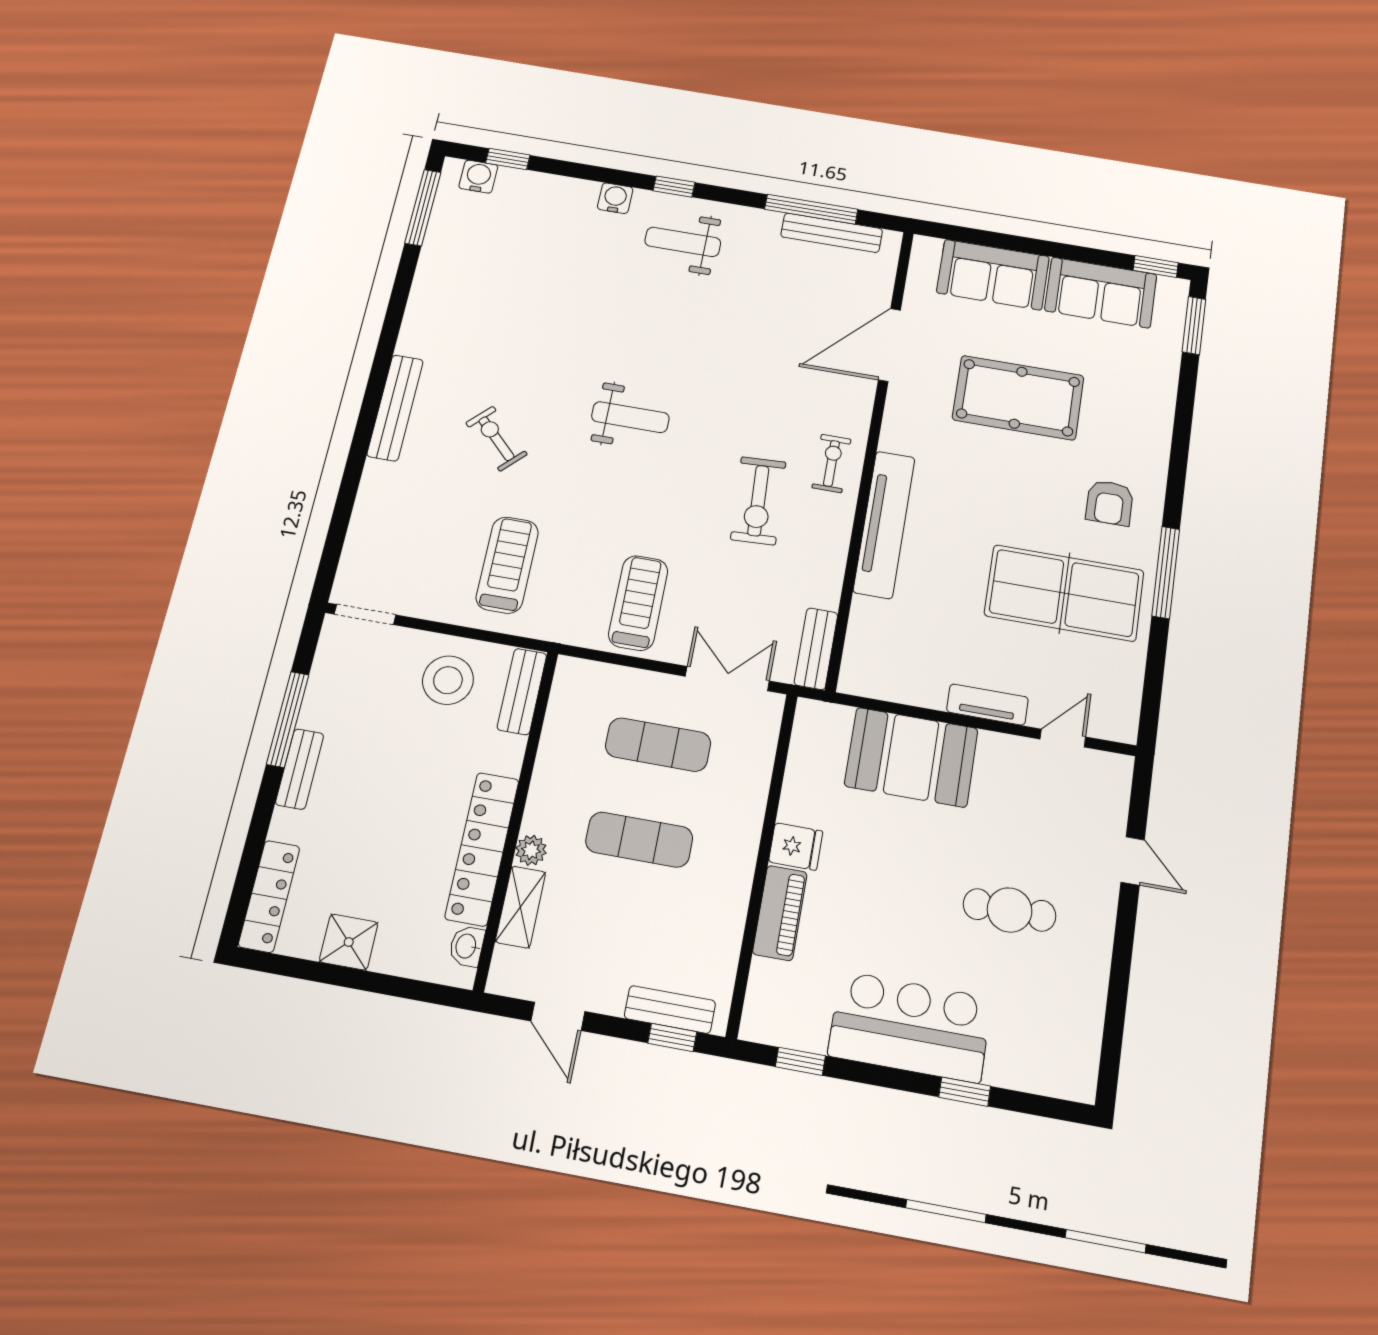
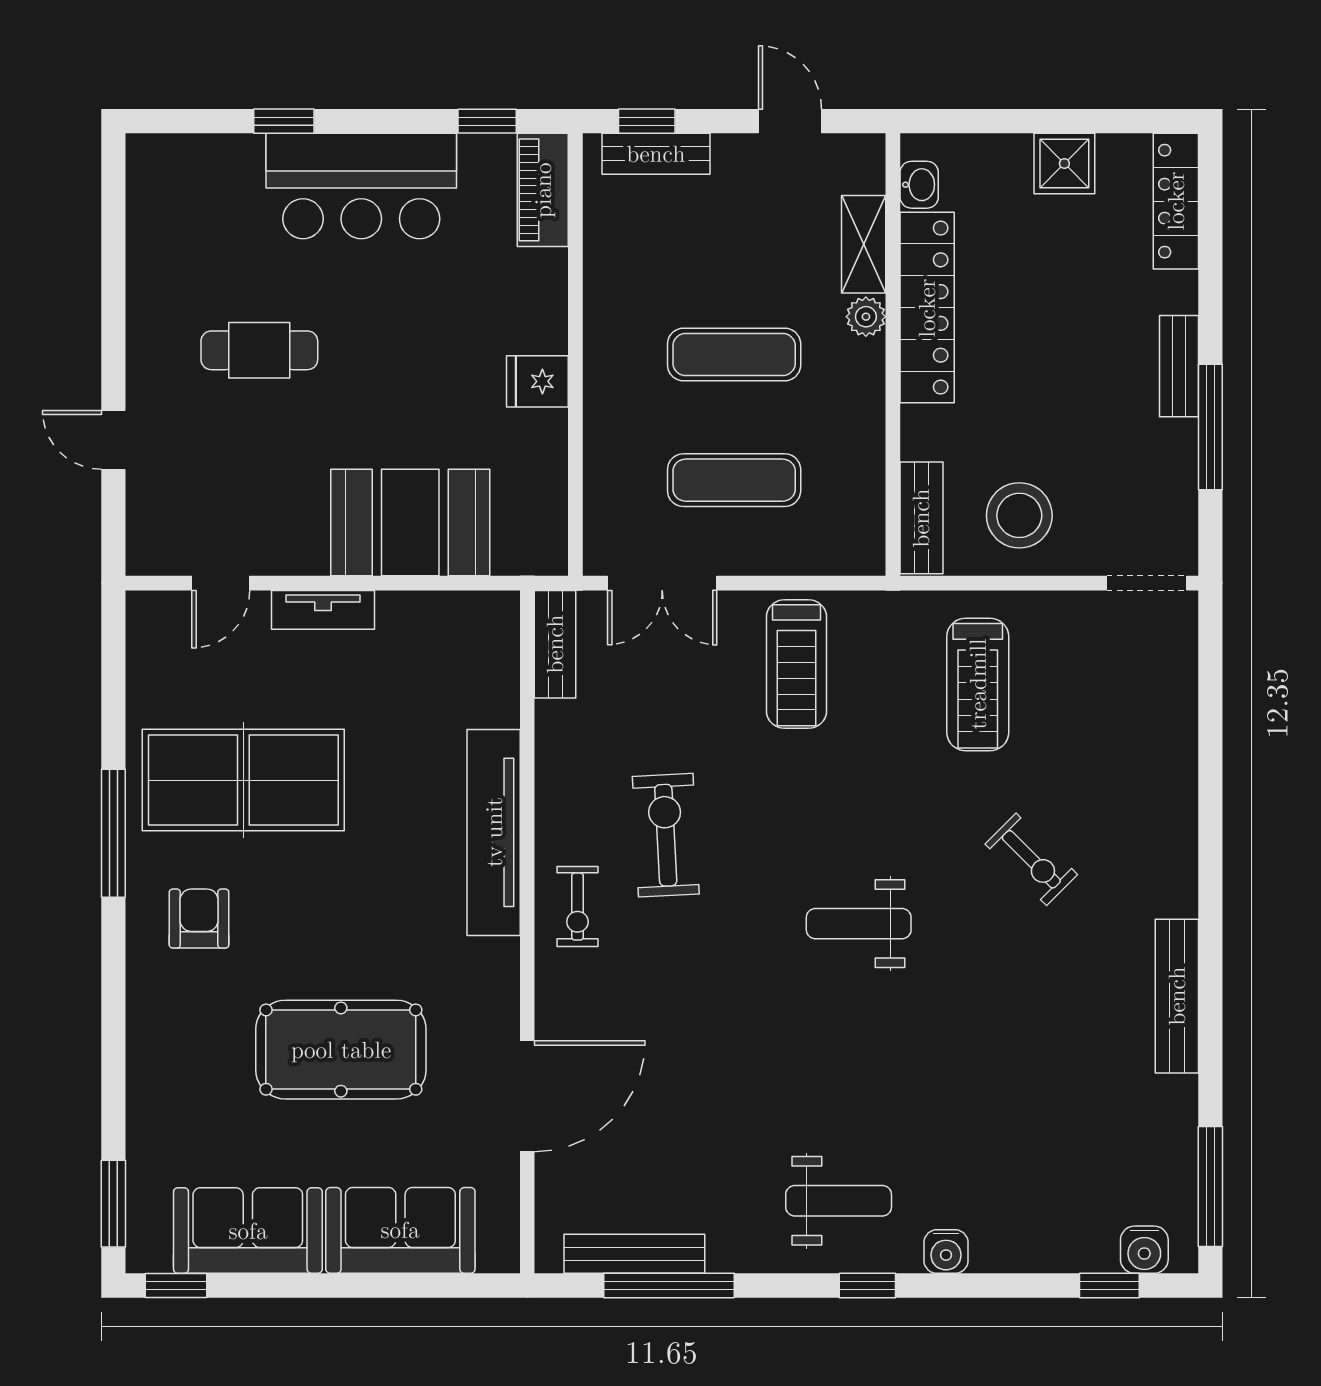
bench: (395, 408) -> (1177, 996), moved
piano: (780, 913) -> (543, 190), moved

